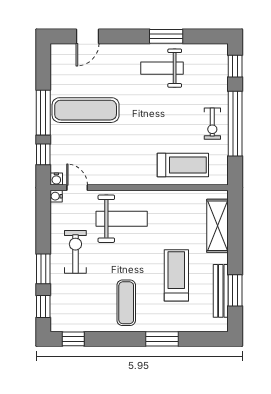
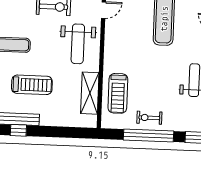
shelving: (218, 226) -> (90, 93), moved, turned 90
window: (235, 290) -> (18, 130), width x0.67

